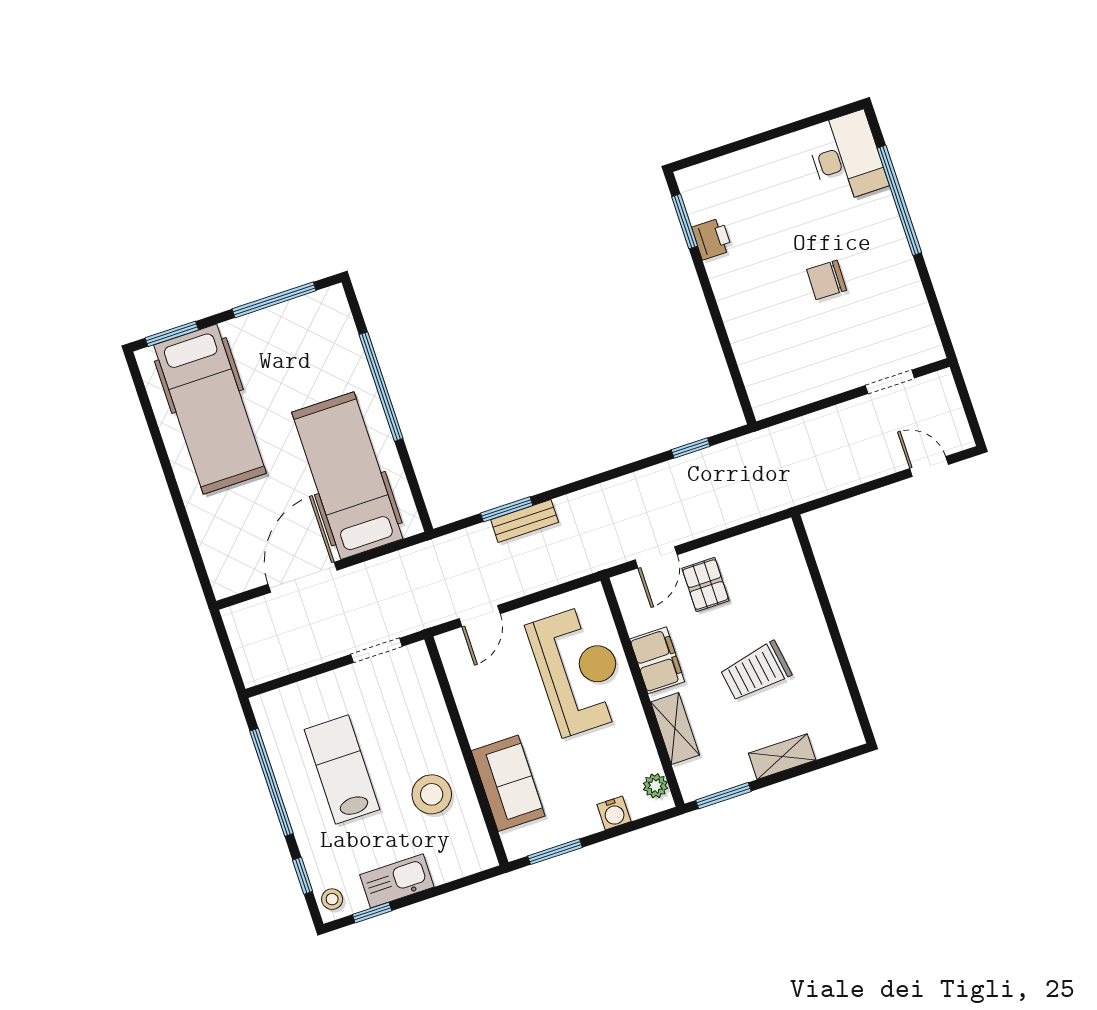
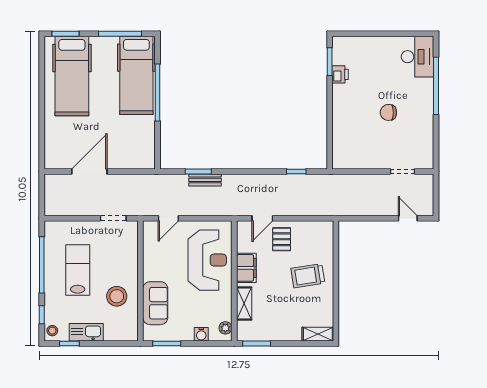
hospital bed: (347, 476) -> (136, 75), moved, turned 180
trolley: (756, 671) -> (308, 276), moved
shelving: (782, 757) -> (318, 334), moved

